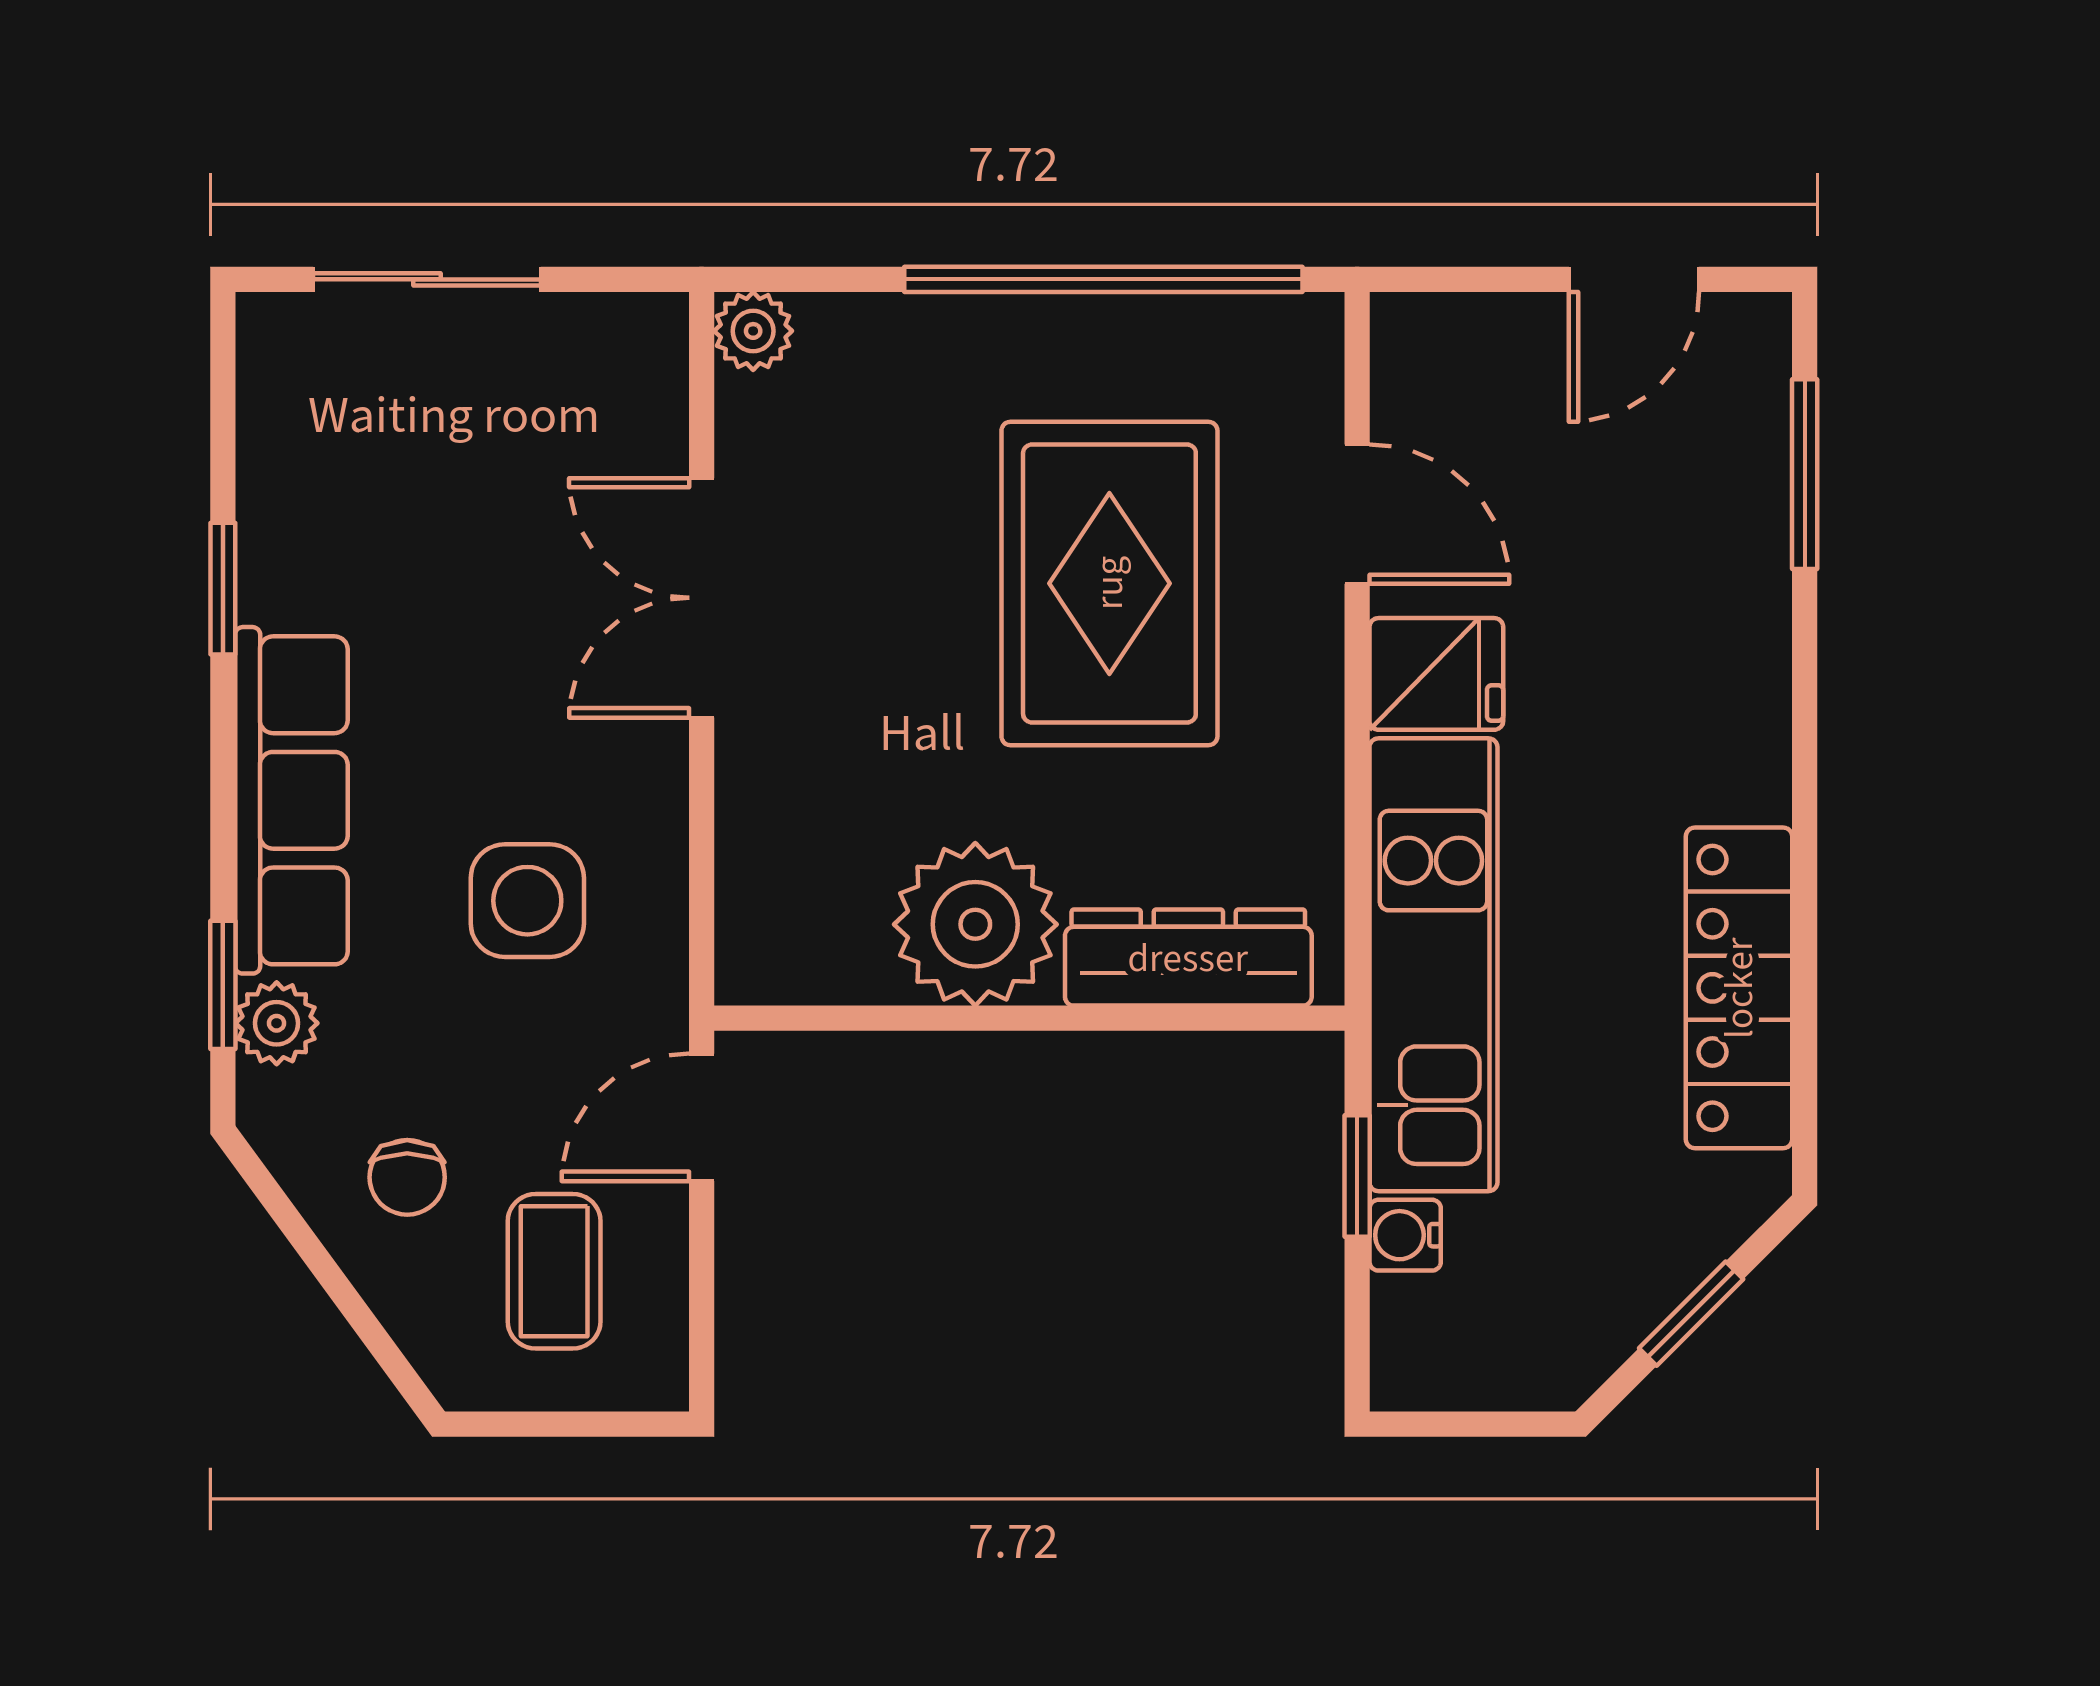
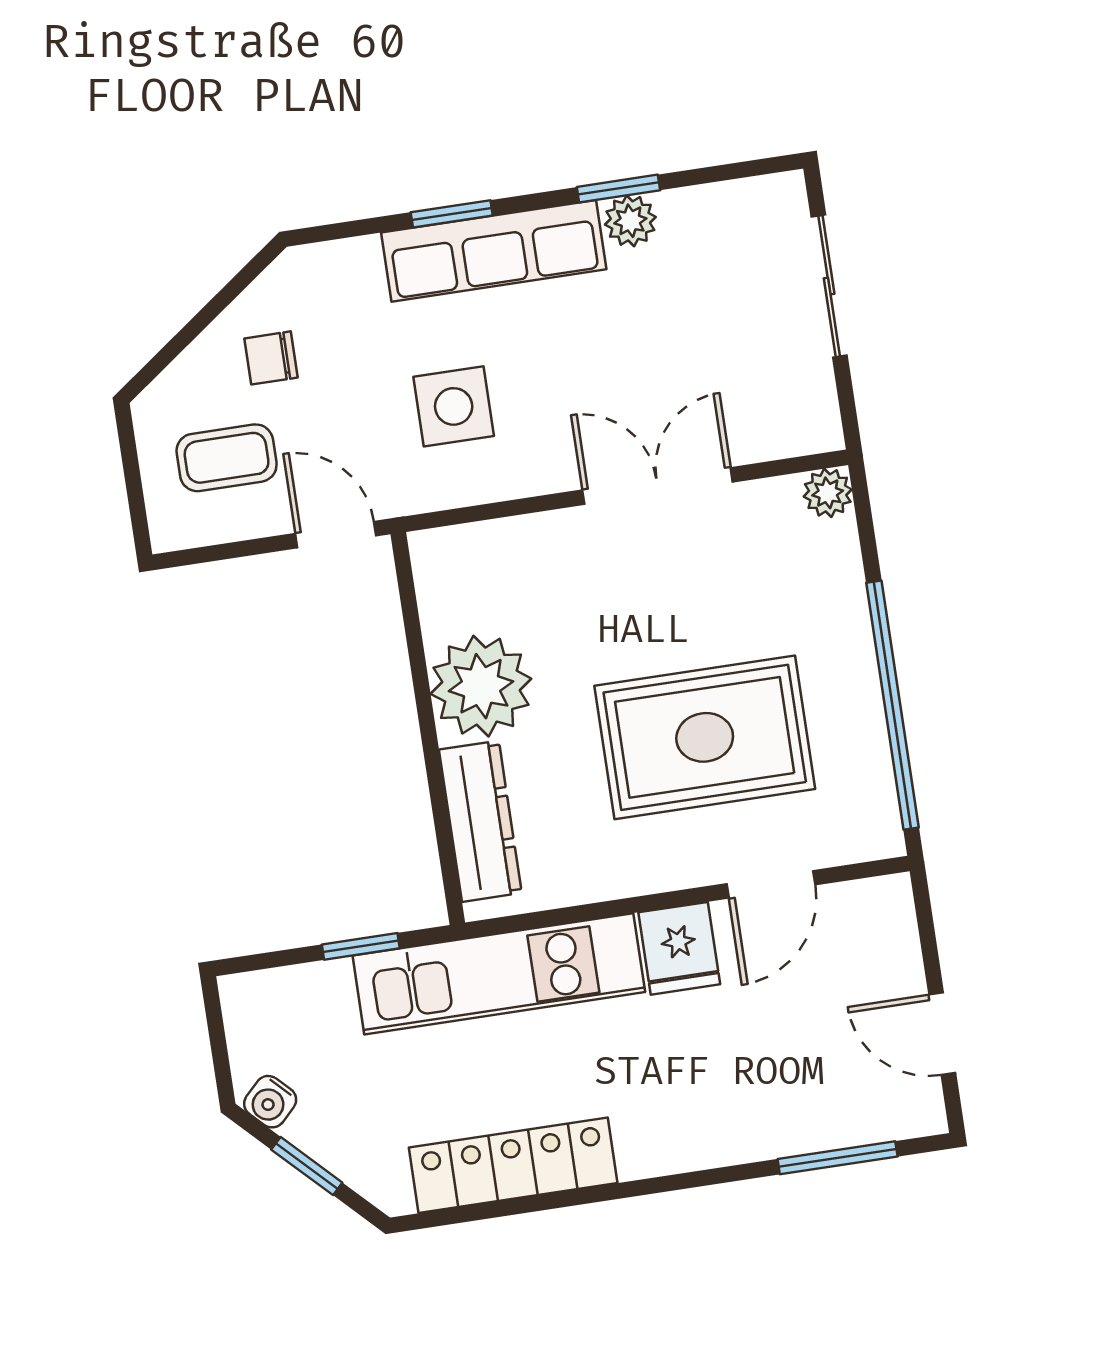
window: (223, 985) -> (452, 214), moved
plant: (277, 1023) -> (630, 221), moved
water cooler: (1405, 1235) -> (270, 1102), moved, turned -135

